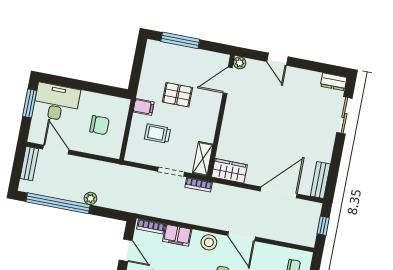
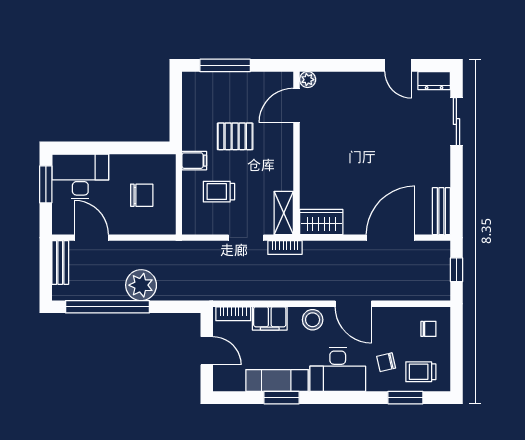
door: (277, 59) -> (398, 65), moved
plant: (90, 198) -> (141, 285), width x1.87, depth x1.87

